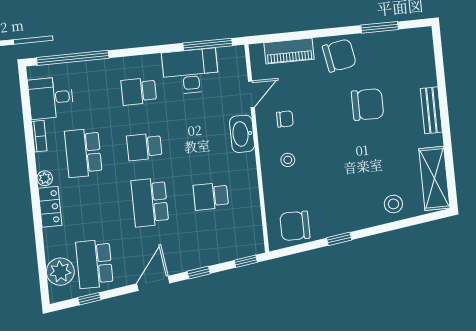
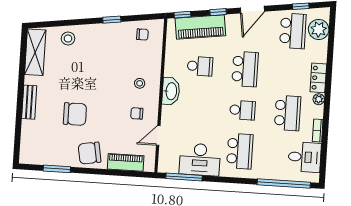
school desk: (139, 91) -> (240, 151), width x1.85
chair: (368, 104) -> (75, 114), turned 180
washbasin: (242, 134) -> (171, 91), moved
chair: (295, 226) -> (142, 34), width x0.54, depth x0.54
piano: (219, 249) -> (200, 27), added

